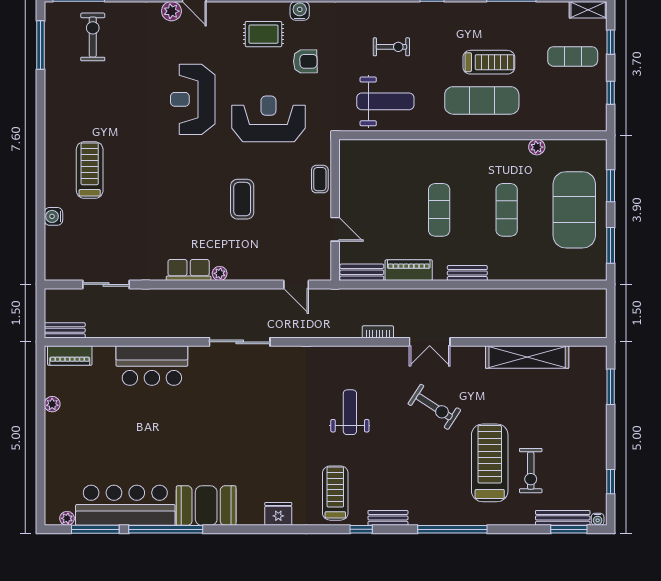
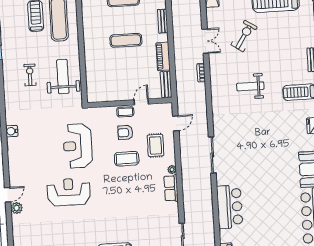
rug: (263, 34) -> (156, 145), moved
armchair: (305, 61) -> (125, 133), moved, turned -89
reception desk: (193, 99) -> (69, 192), turned 180
coffee table: (320, 179) -> (125, 112), moved

